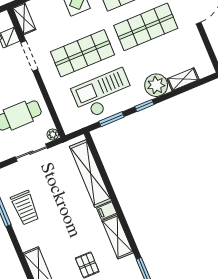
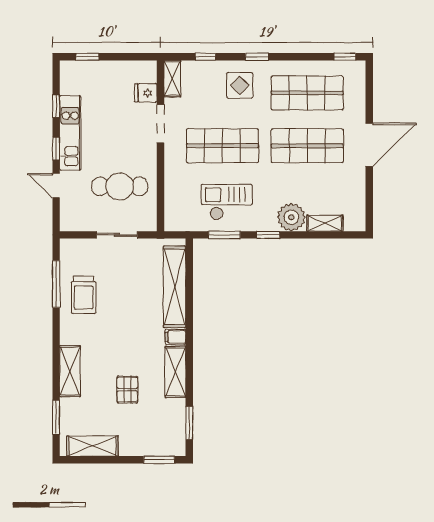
checkout: (103, 94) -> (227, 202), width x0.73, depth x0.83
plant: (53, 134) -> (150, 224), removed

